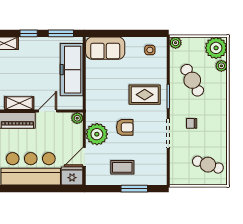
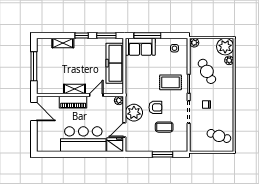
window: (114, 33) -> (147, 36), added
coffee table: (122, 167) -> (164, 127), moved

